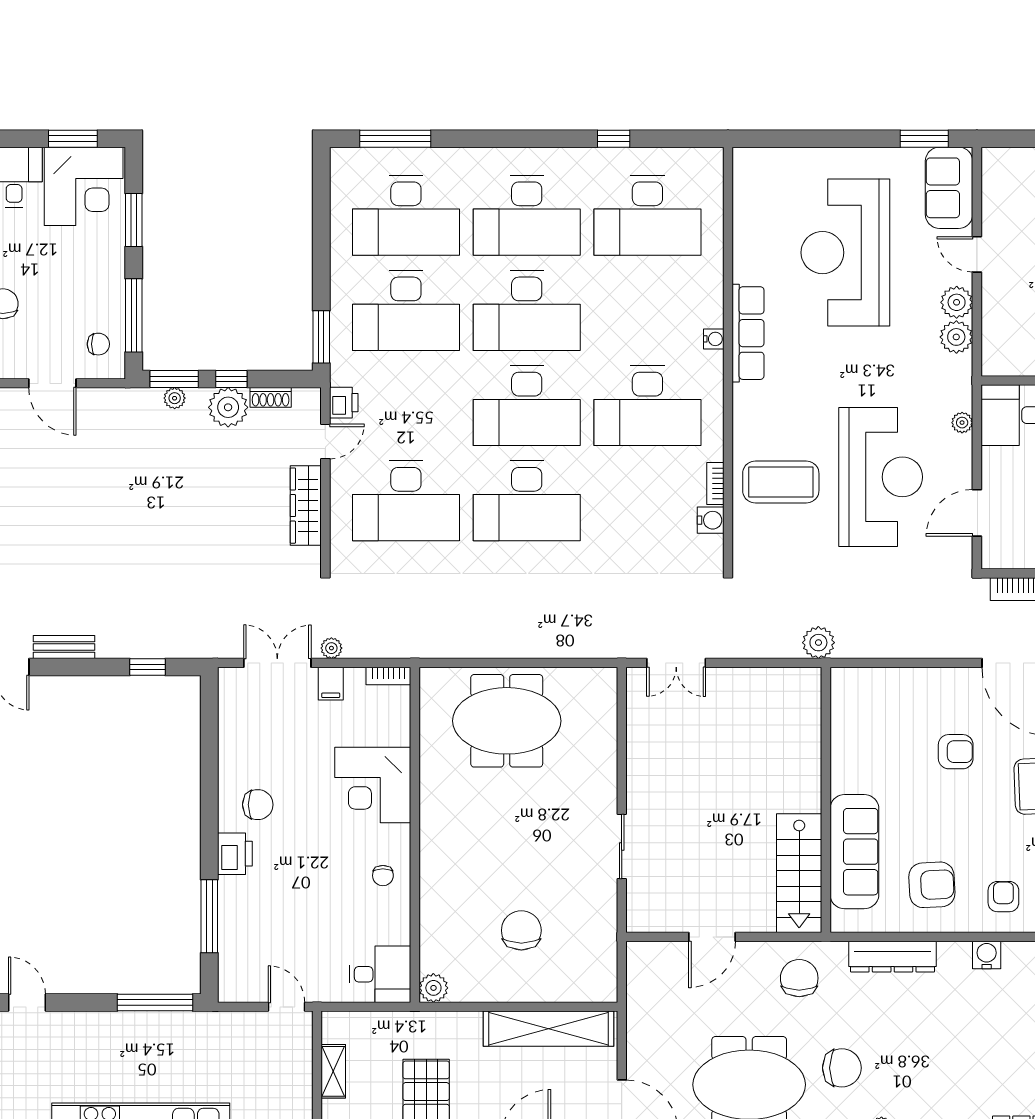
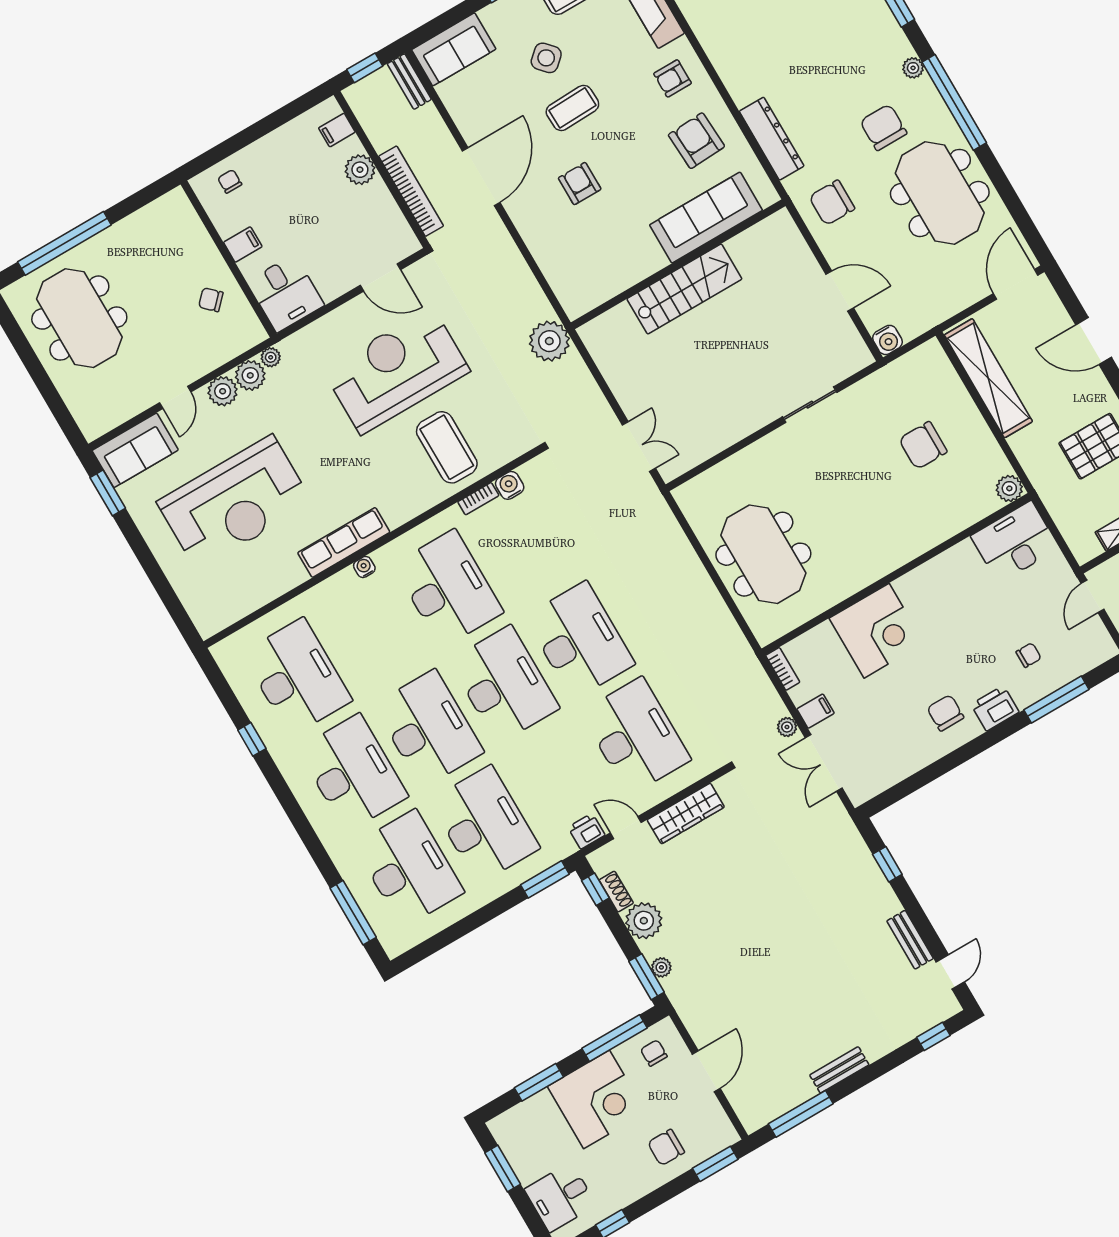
corner desk: (84, 186) -> (597, 1099), moved, turned 90
window: (231, 379) -> (595, 889), moved
plant: (962, 423) -> (271, 357), moved
plant: (818, 643) -> (549, 341), width x1.36, depth x1.36
stairs: (799, 873) -> (684, 289), moved
chair: (383, 876) -> (1029, 655), moved
water cooler: (987, 955) -> (887, 340), moved, turned -90
desk: (380, 974) -> (1015, 542), width x1.37

